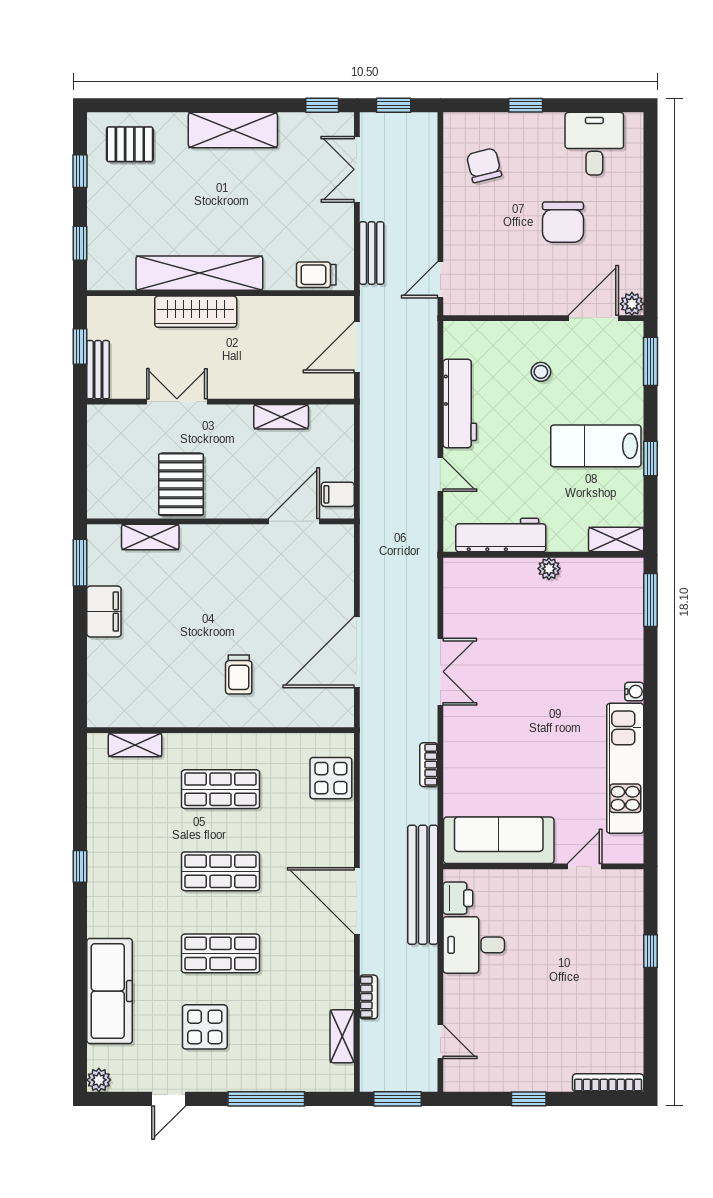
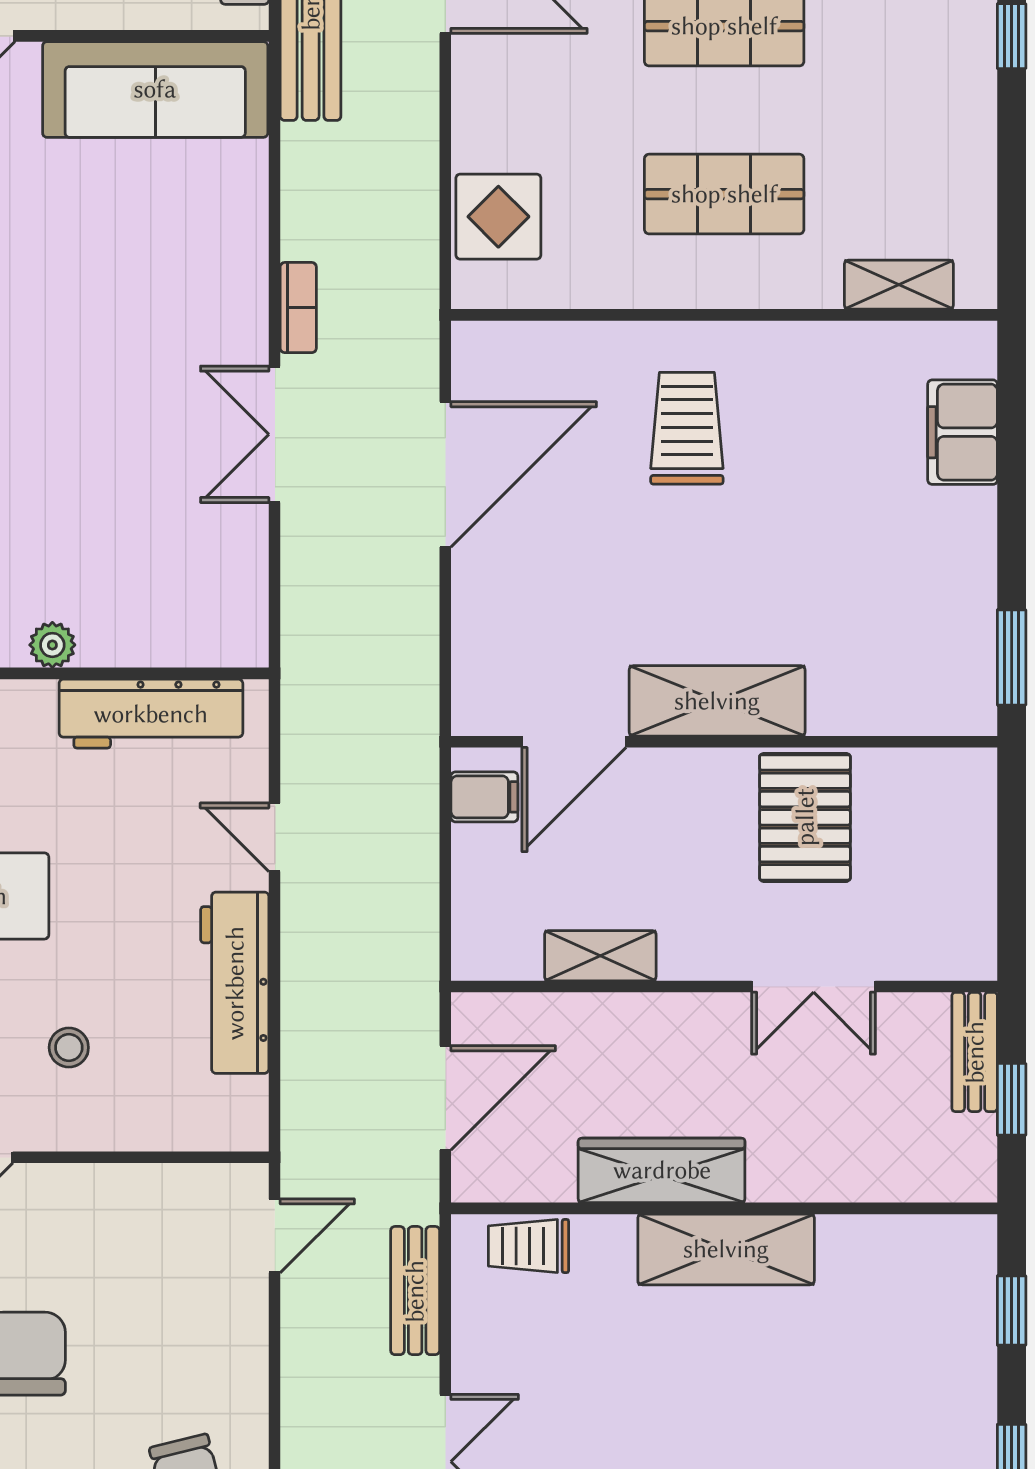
shelving: (199, 273) -> (726, 1249), width x0.68
trolley: (316, 275) -> (529, 1246), turned 180
wardrobe: (196, 312) -> (662, 1170), moved
shelving: (150, 537) -> (717, 701), moved, width x1.50, depth x1.33
filing cabinet: (104, 611) -> (963, 432), moved
trolley: (239, 675) -> (687, 428), width x1.36, depth x1.39
bookcase: (429, 765) -> (298, 308), moved

